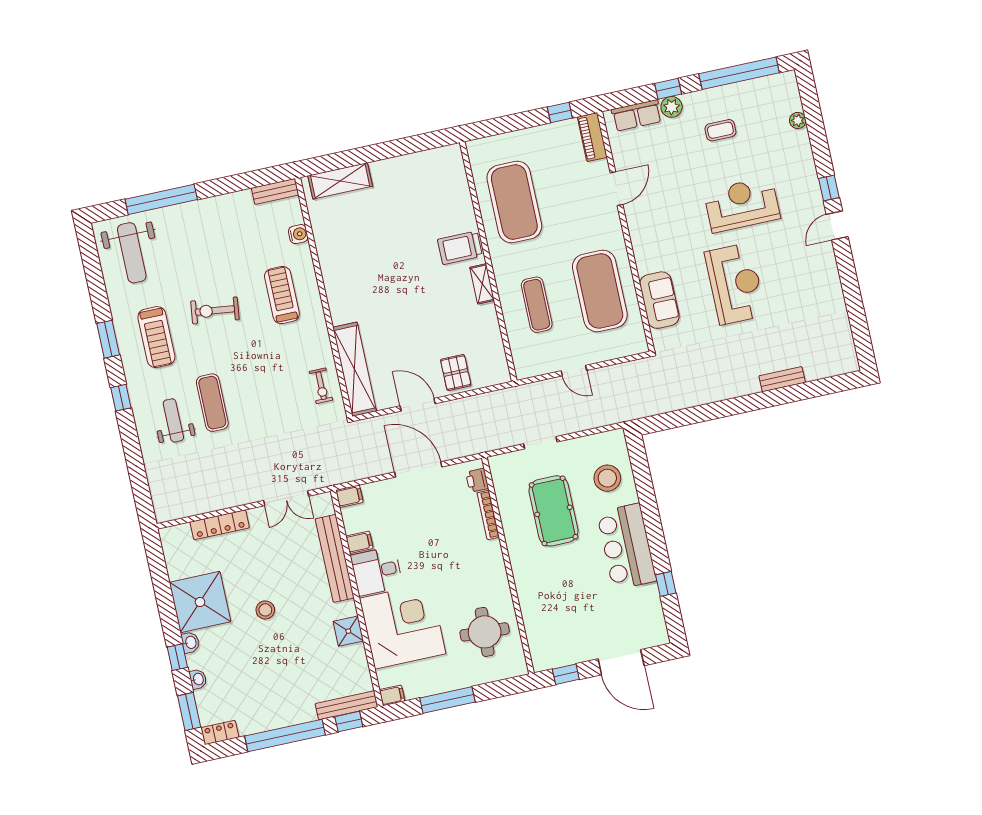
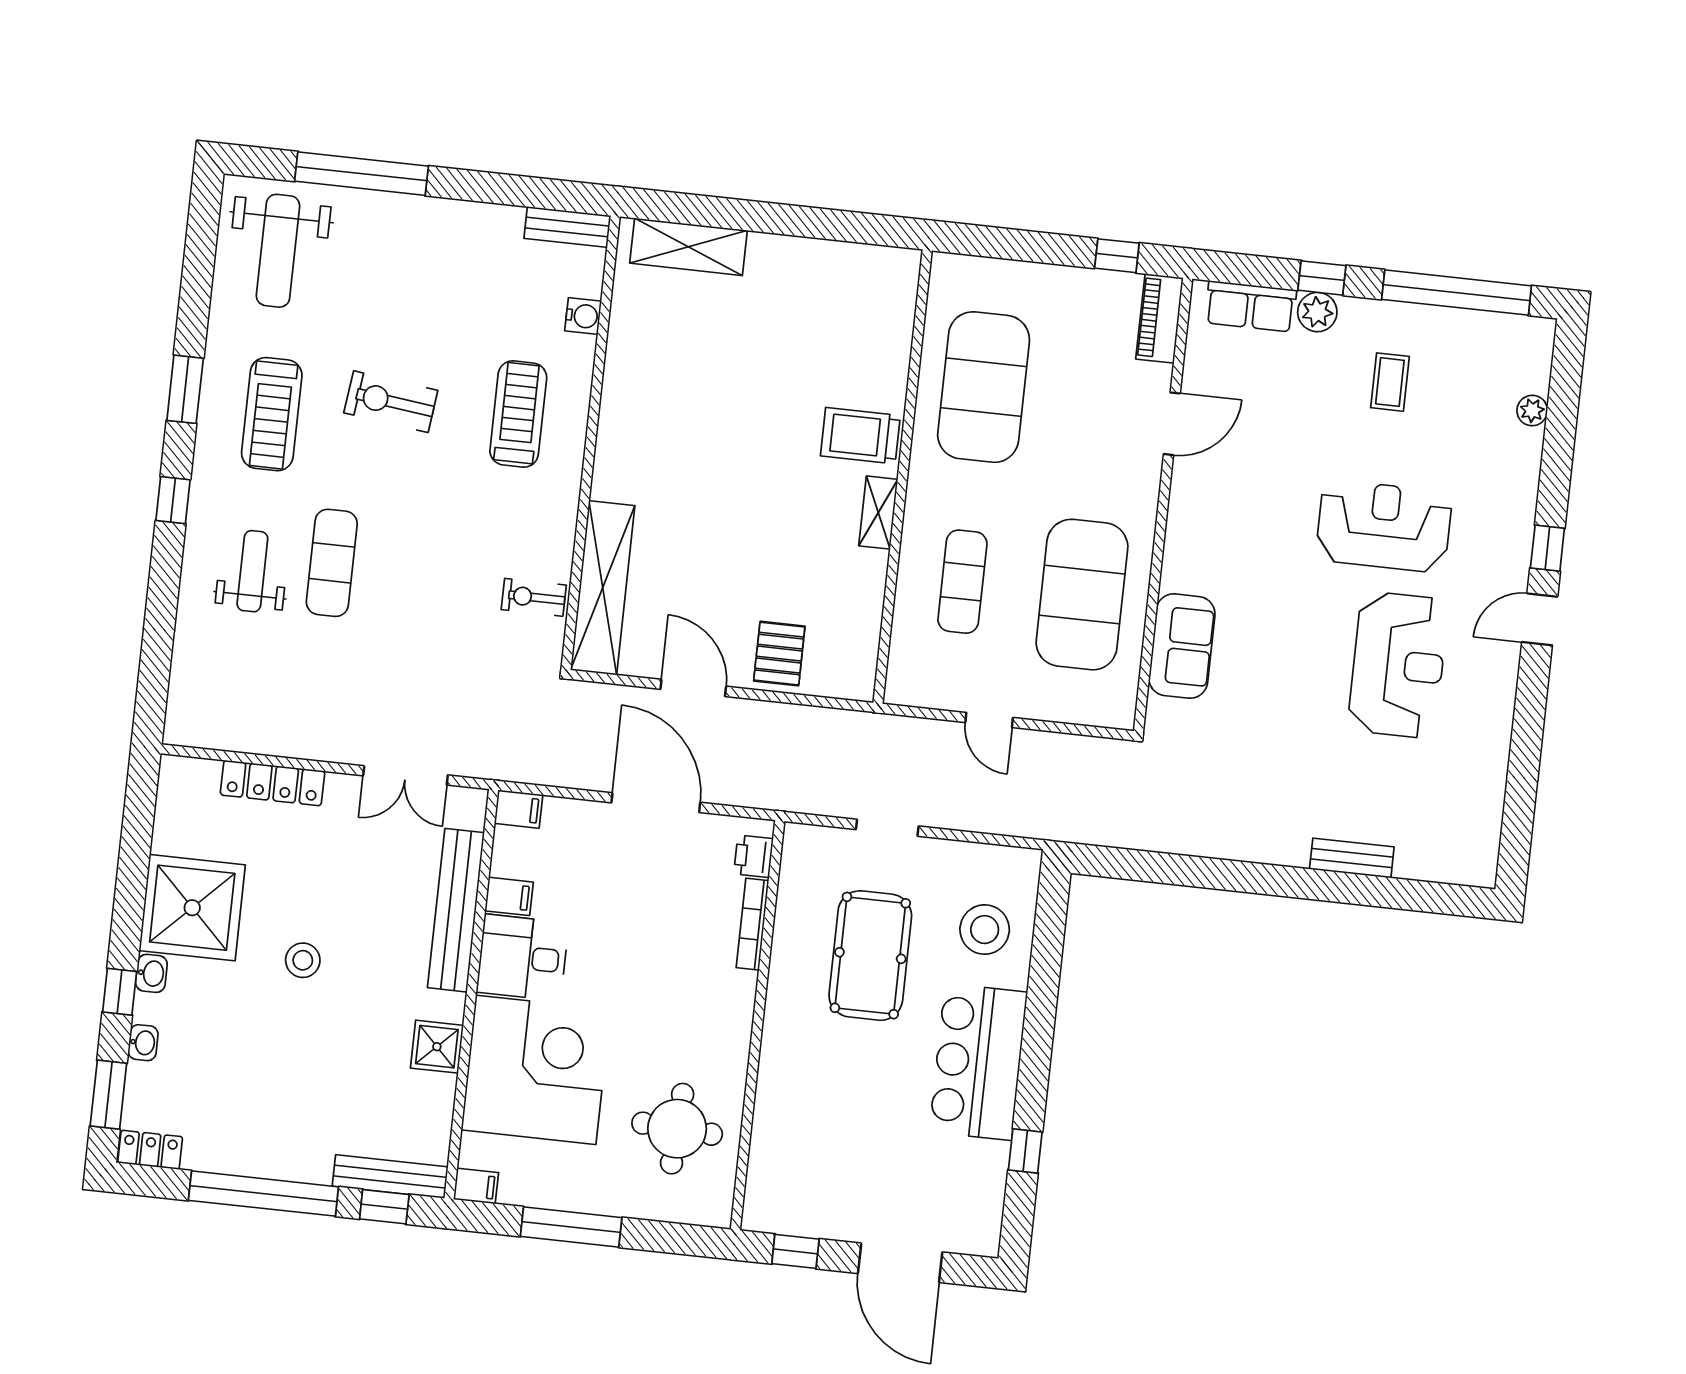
coffee table: (720, 130) -> (1390, 382), turned 90
reception desk: (735, 284) -> (1398, 665), moved
exercise bike: (321, 386) -> (534, 597), turned 90

